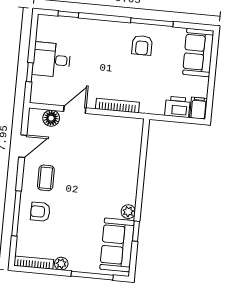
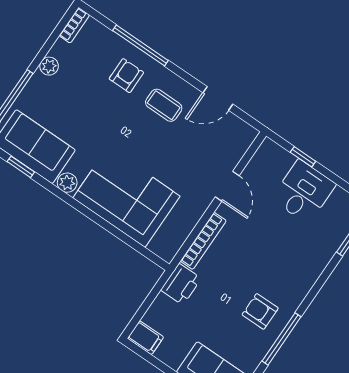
printer: (177, 107) -> (181, 284), moved
floor lamp: (51, 118) -> (233, 152), removed
door: (23, 146) -> (218, 98), hinge flipped
corner sofa: (117, 169) -> (126, 197), added
window: (136, 231) -> (21, 167), moved
bookcase: (34, 263) -> (74, 25), width x0.64

